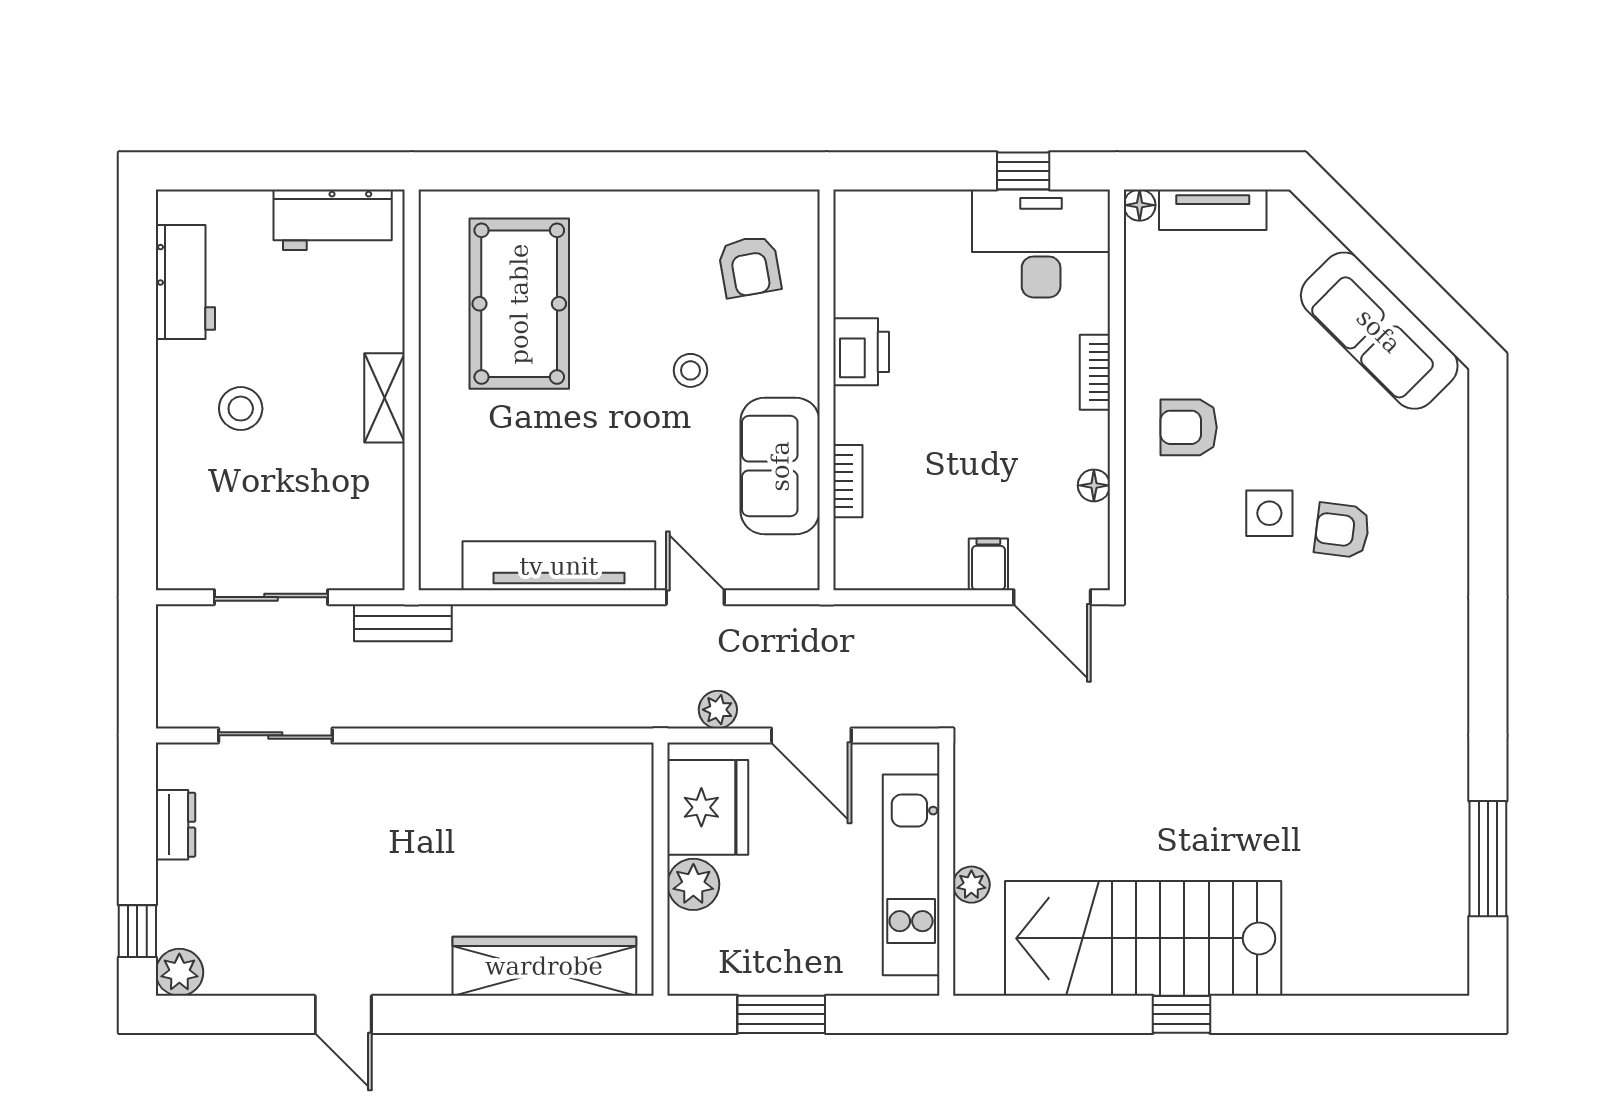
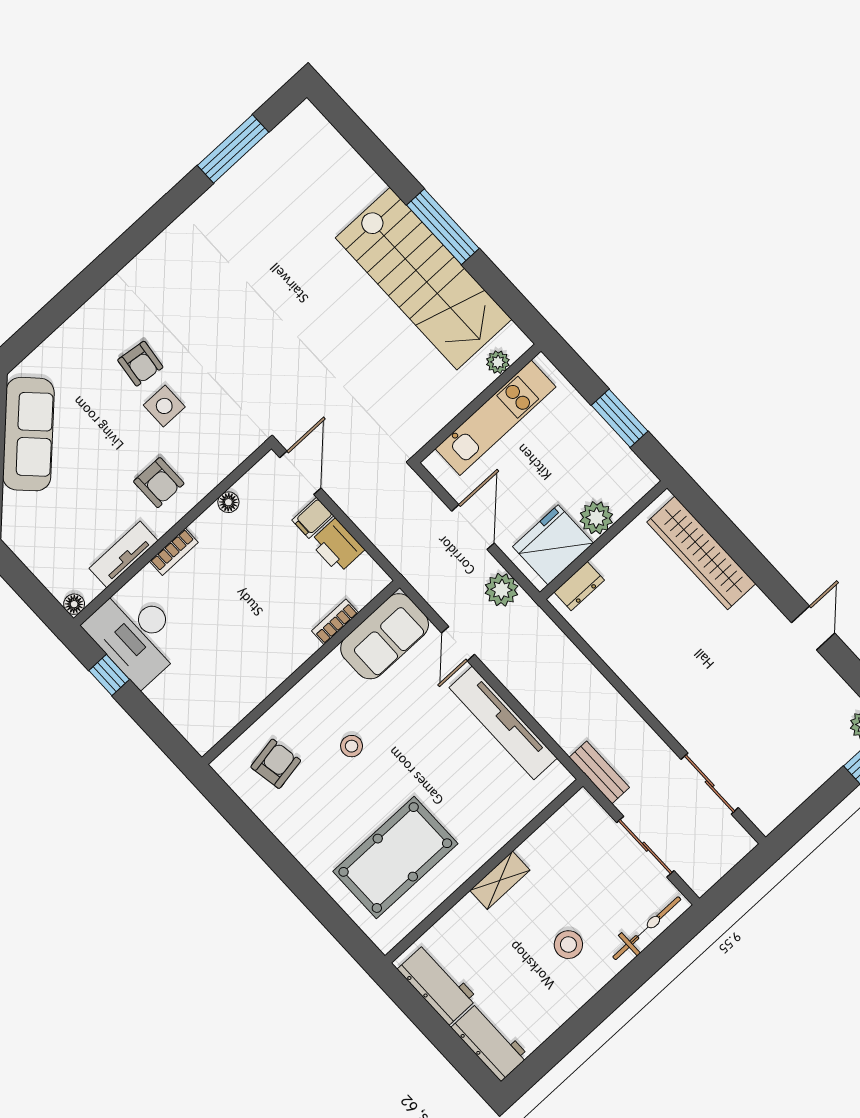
tv unit: (1213, 210) -> (124, 554), moved, turned -90
workbench: (185, 282) -> (490, 1042), moved, turned 90
printer: (861, 352) -> (337, 546), moved, turned -90
sofa: (780, 466) -> (385, 636), moved
bicycle: (178, 514) -> (647, 928), added
plant: (718, 710) -> (502, 590), width x1.38, depth x1.38
dresser: (175, 825) -> (579, 586), moved, turned 180
plant: (971, 885) -> (498, 362), moved
window: (1182, 1014) -> (443, 227), width x2.17

